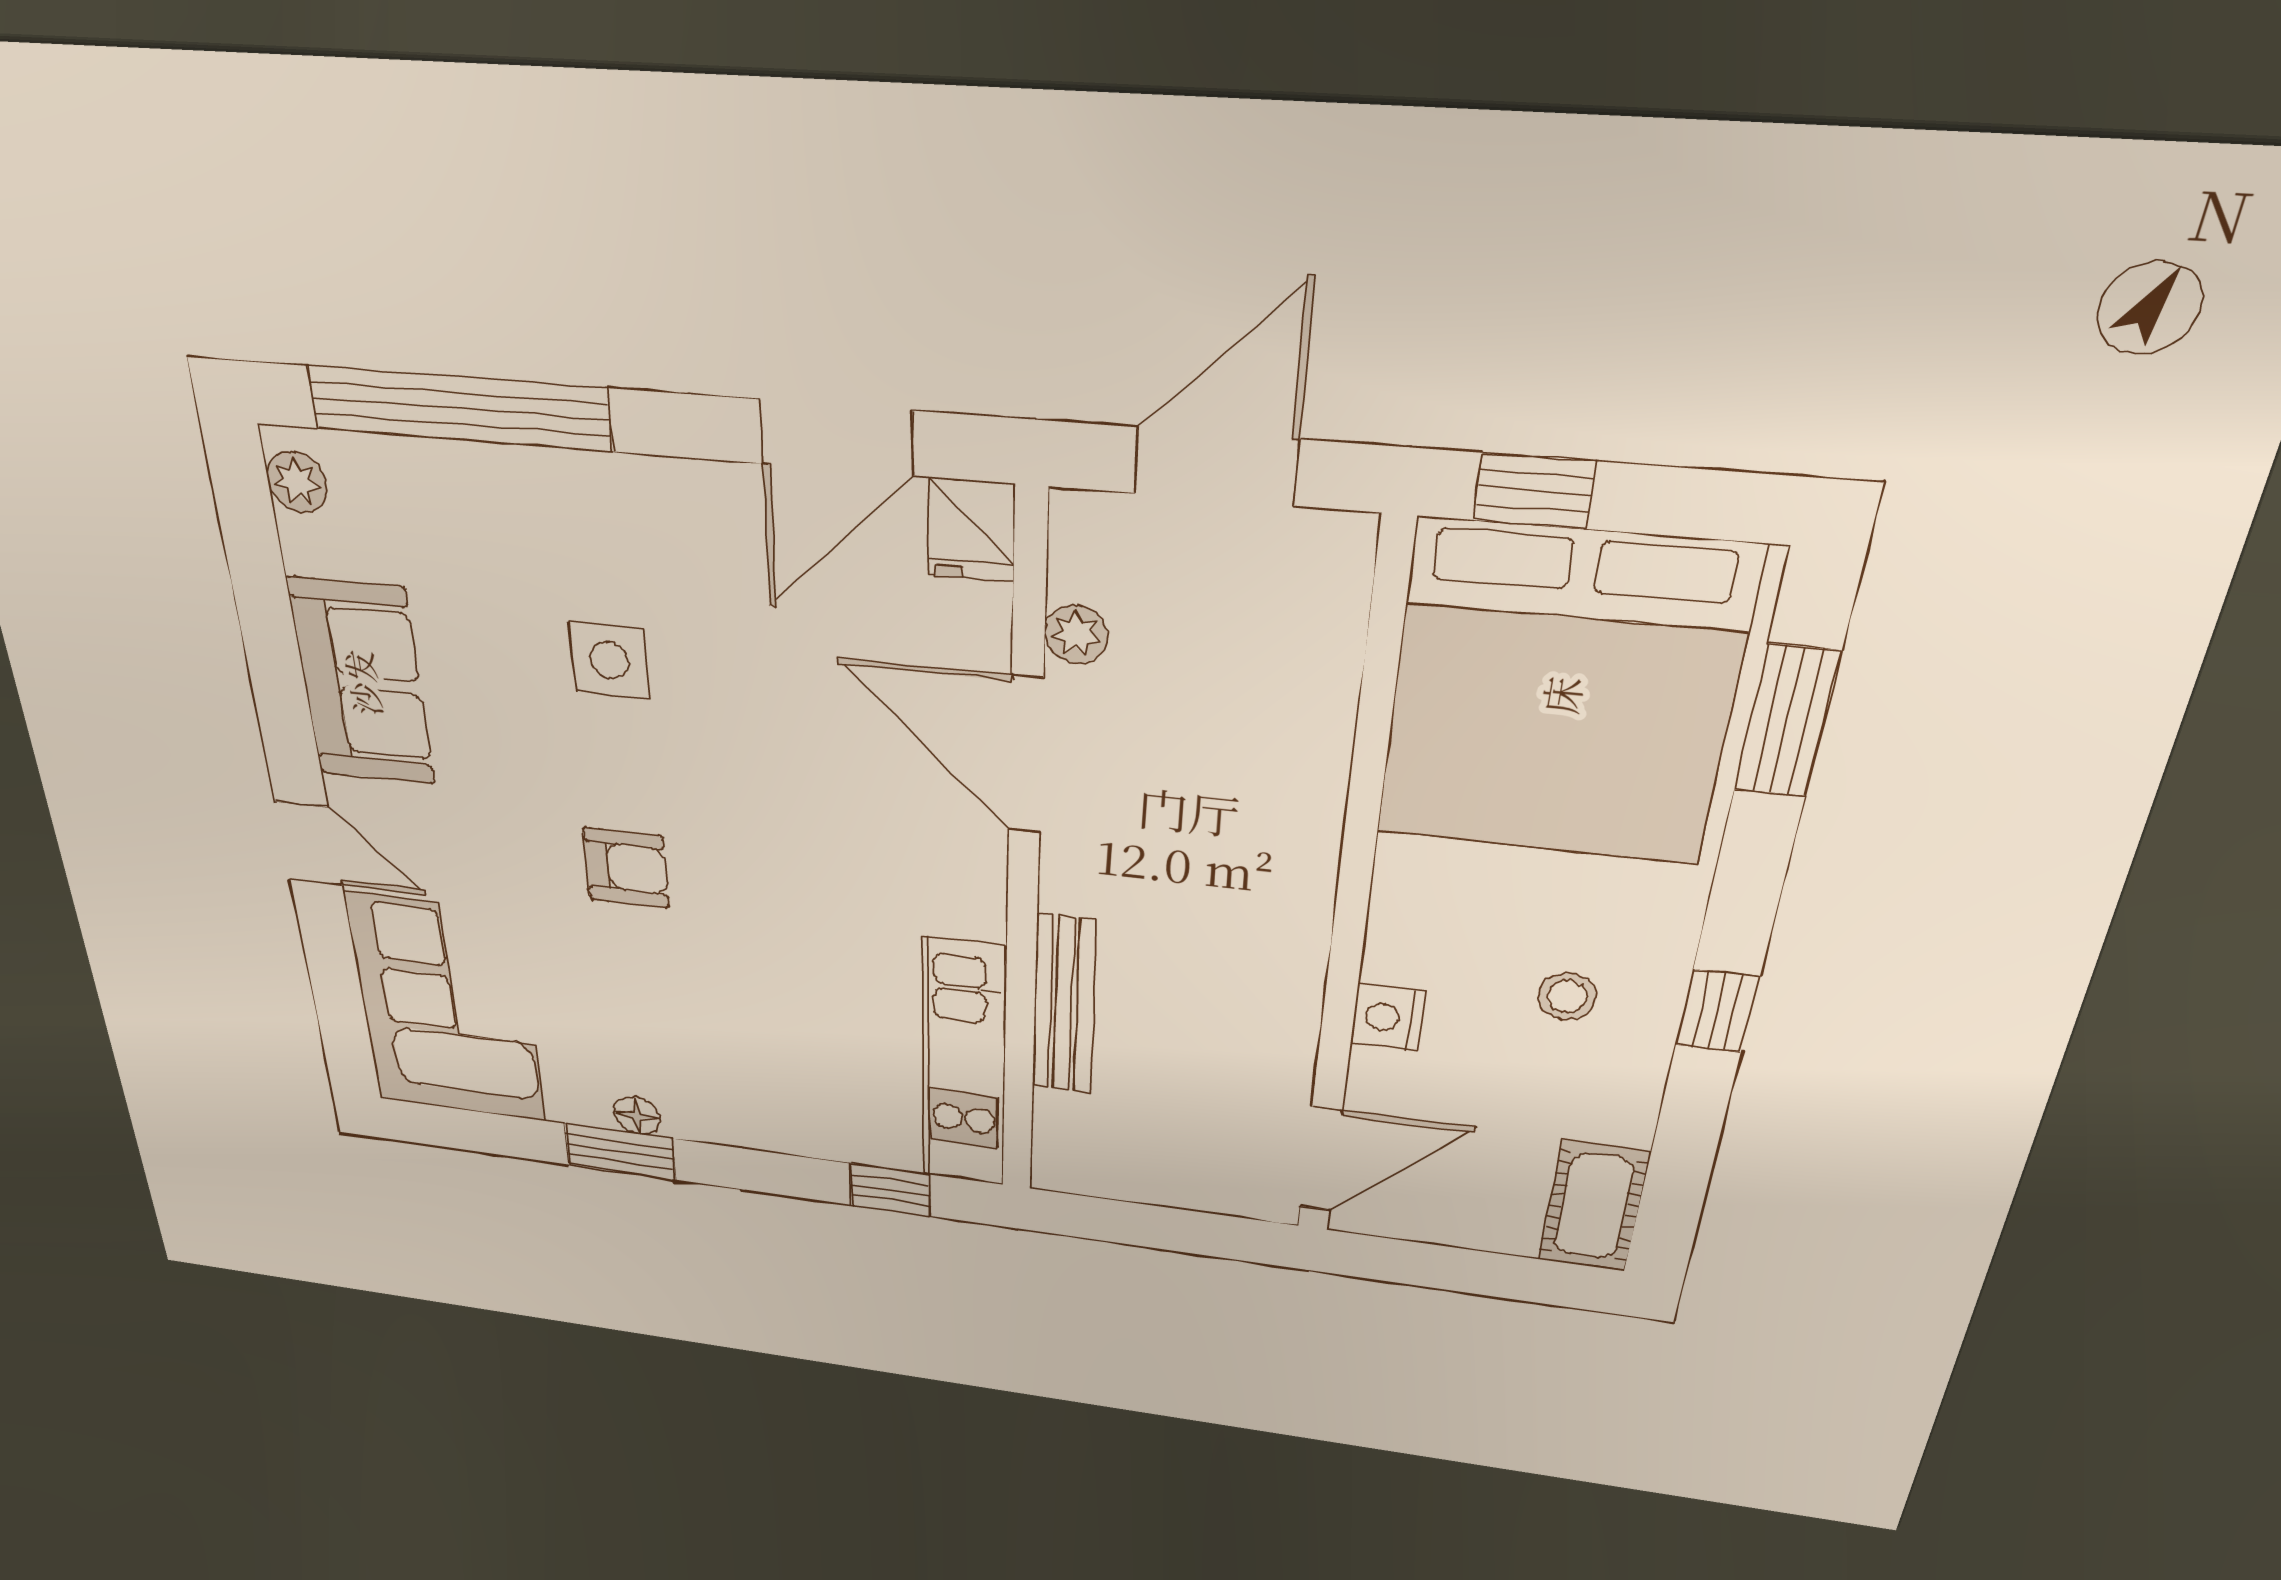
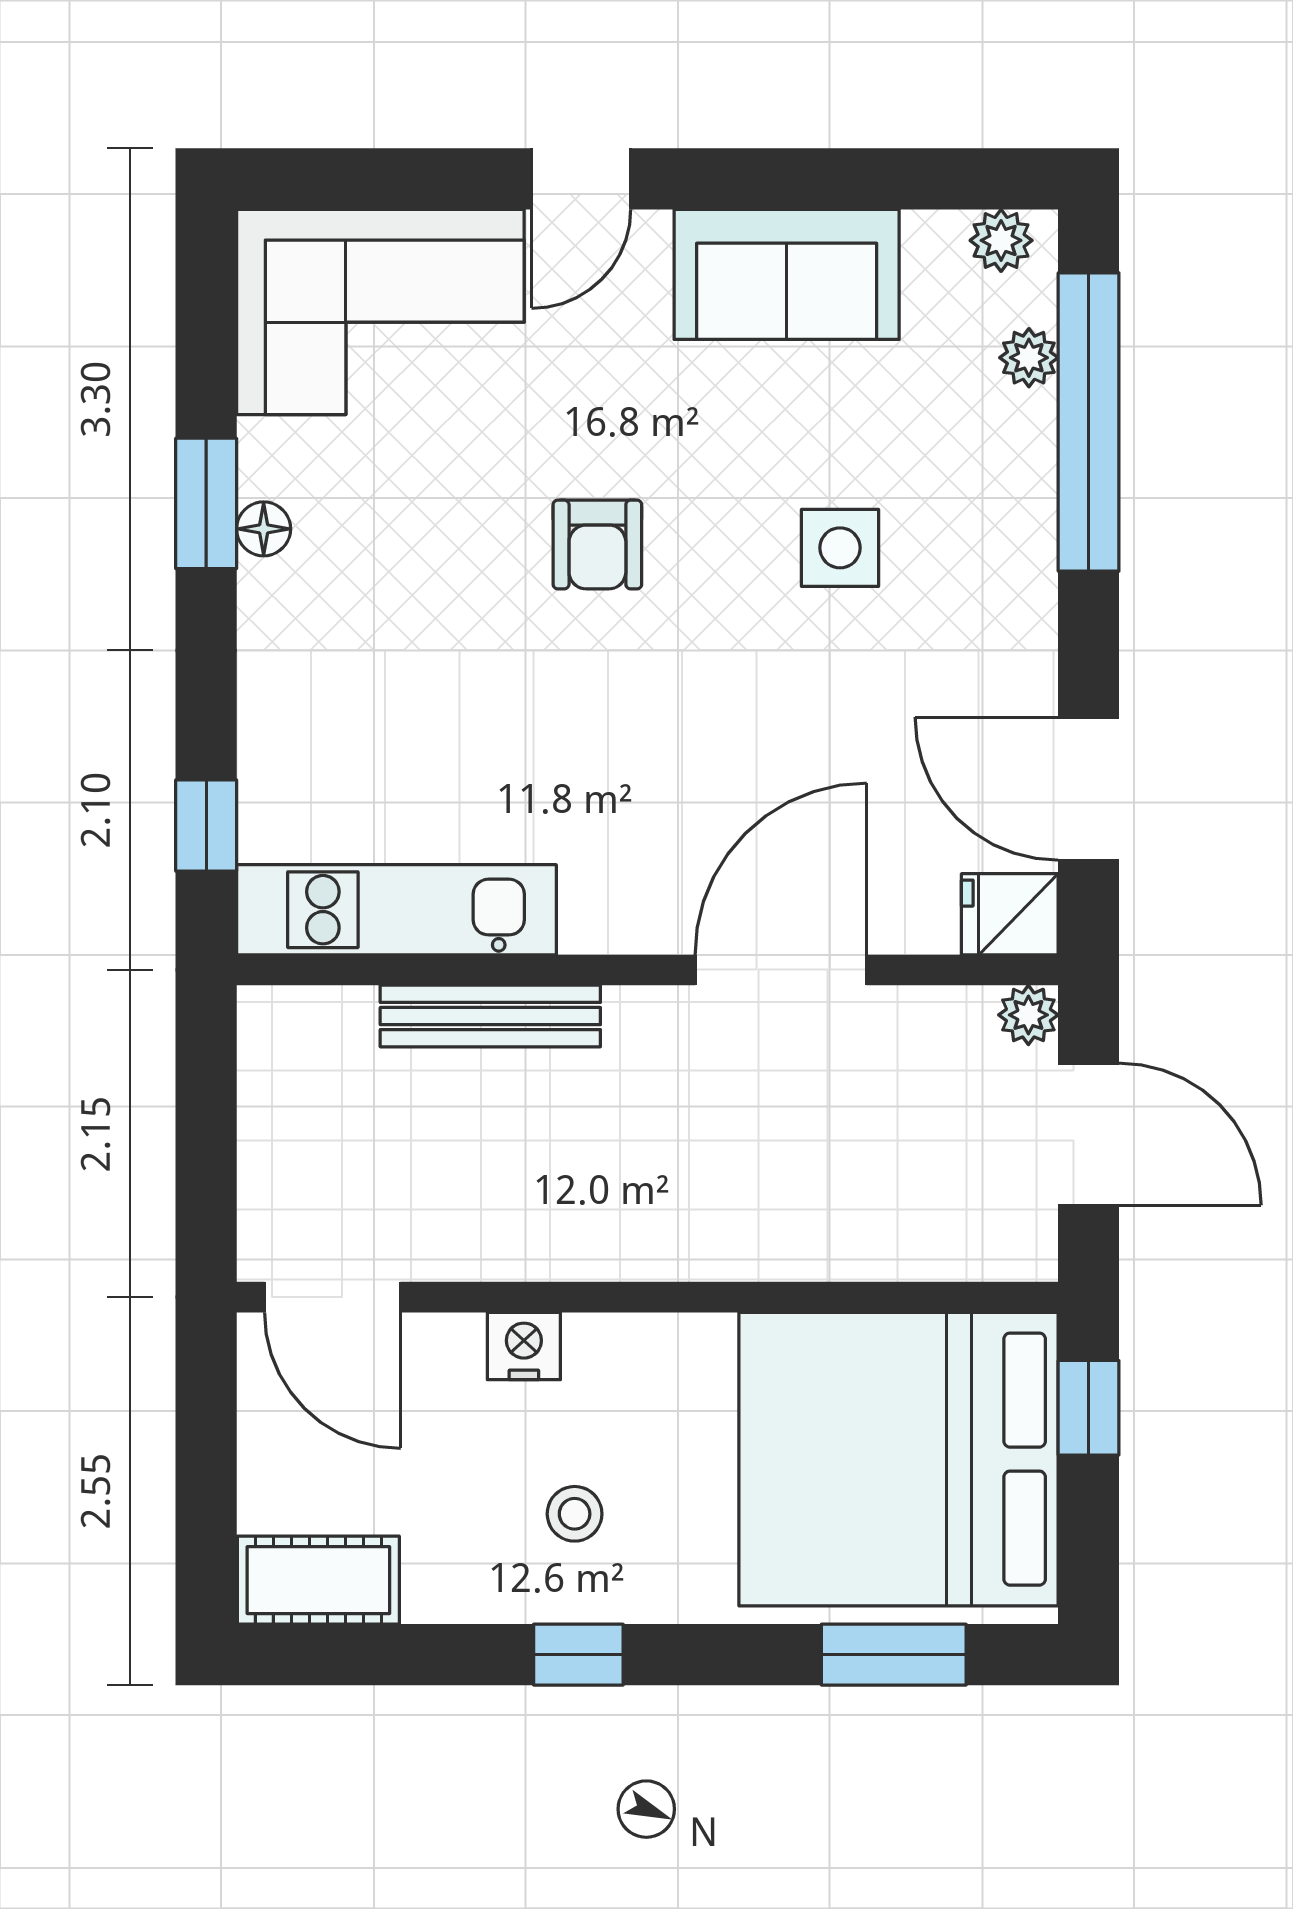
plant: (404, 464) -> (1029, 358), added
plant: (1076, 634) -> (1028, 1015), moved

